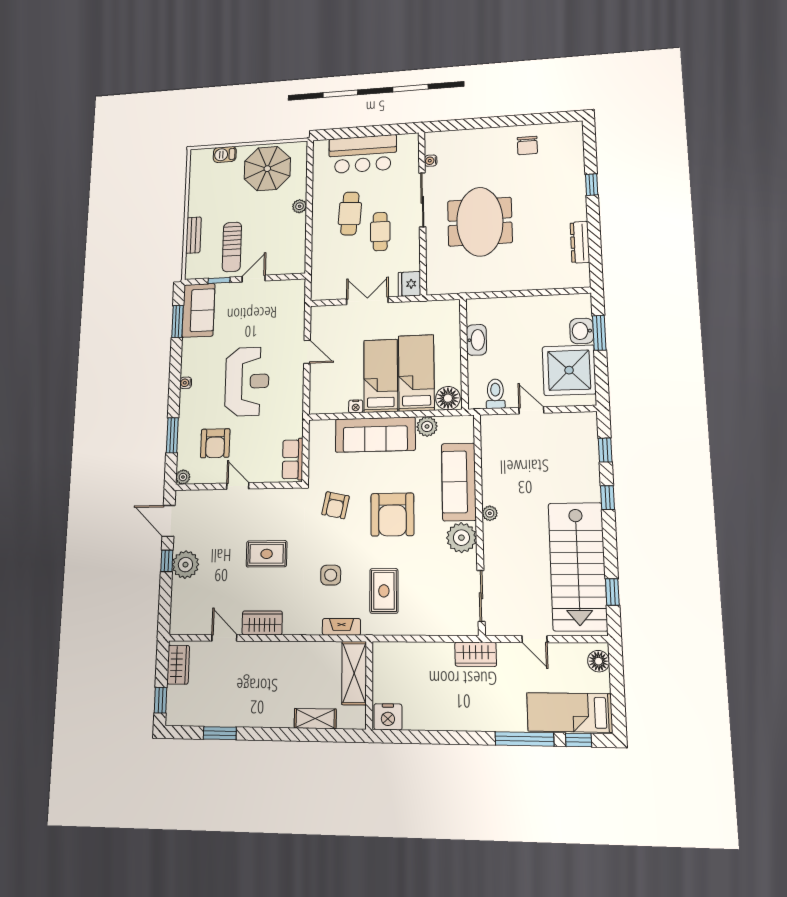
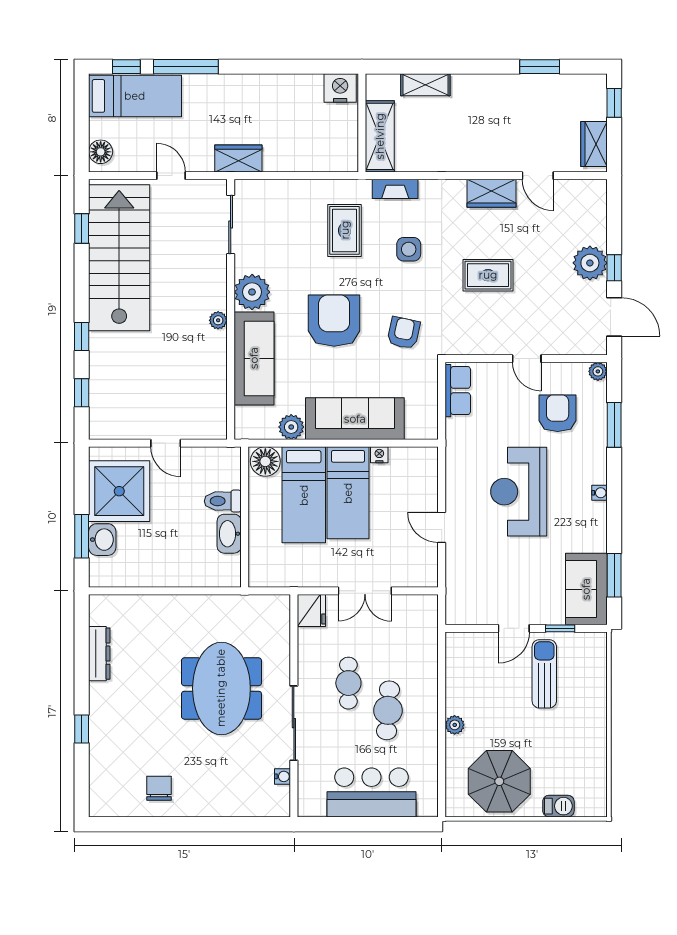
bench: (193, 235) -> (597, 693), removed
toilet: (495, 394) -> (223, 501), moved, turned 90

